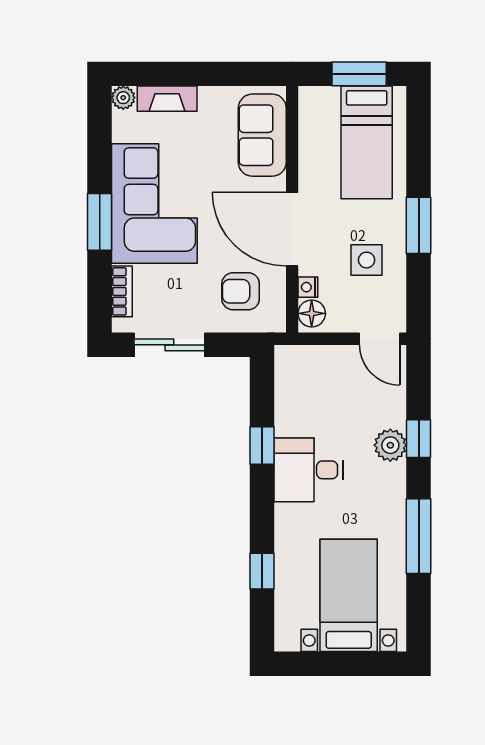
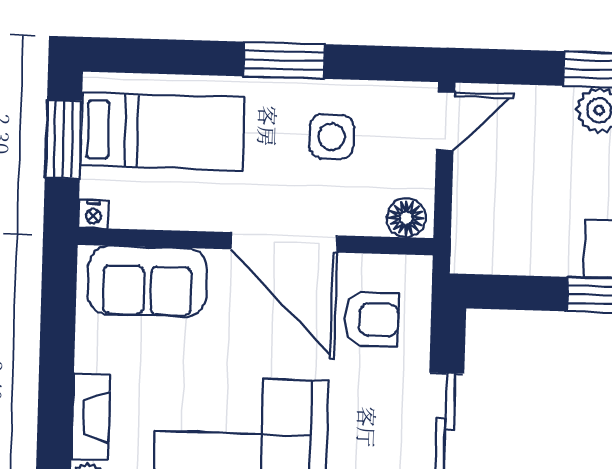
door: (292, 229) -> (284, 242), hinge flipped
nightstand: (308, 287) -> (93, 214), moved
armchair: (241, 291) -> (371, 319), turned -90

